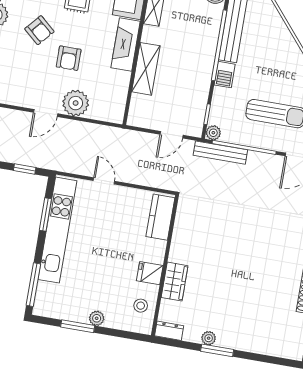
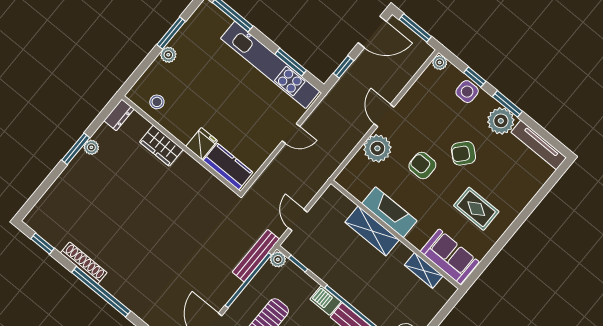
fireplace: (126, 45) -> (389, 212), moved
fridge: (150, 273) -> (202, 143), moved

